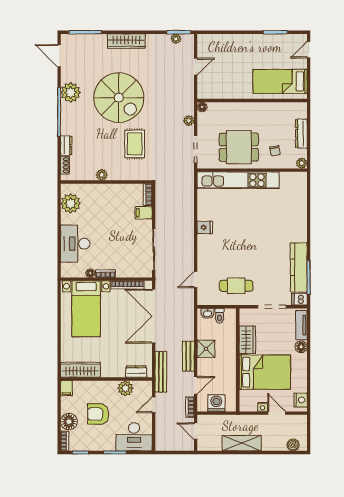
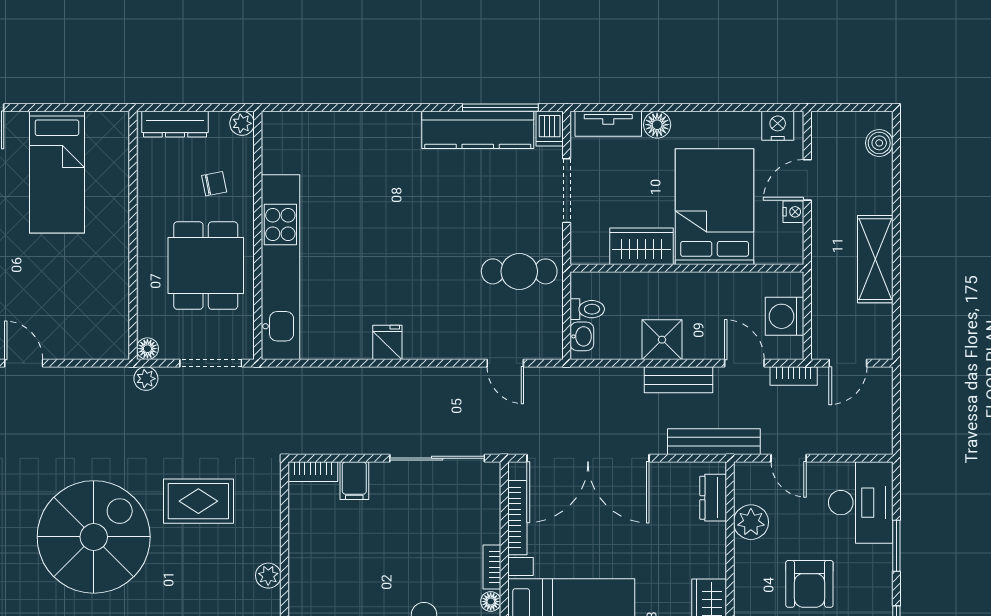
wall: (252, 101) -> (133, 235), moved
floor lamp: (202, 107) -> (147, 349), moved
cafe table: (236, 286) -> (519, 271), turned 90

